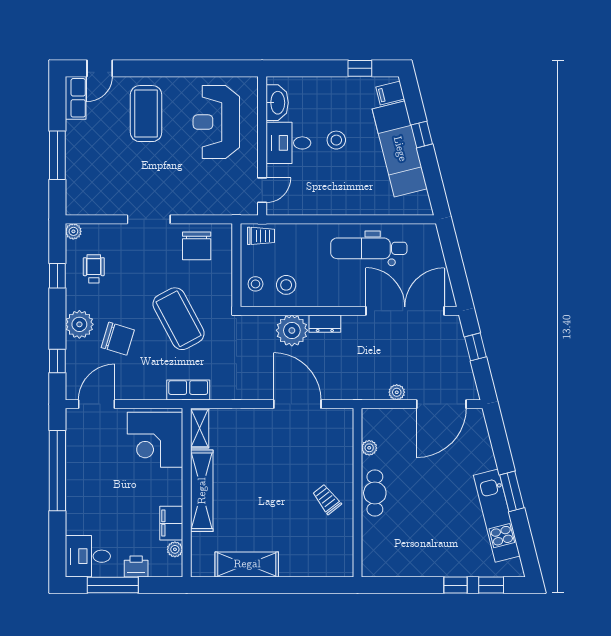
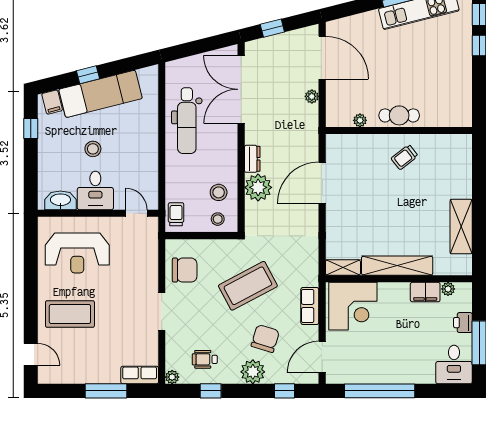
row of seats: (76, 98) -> (140, 375), moved
row of seats: (188, 390) -> (310, 306), moved
door: (97, 404) -> (322, 357), hinge flipped

